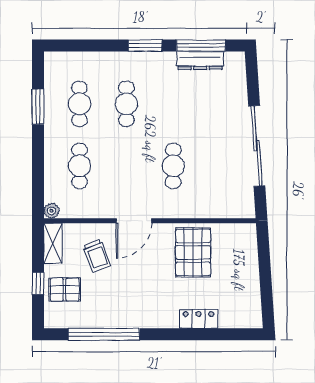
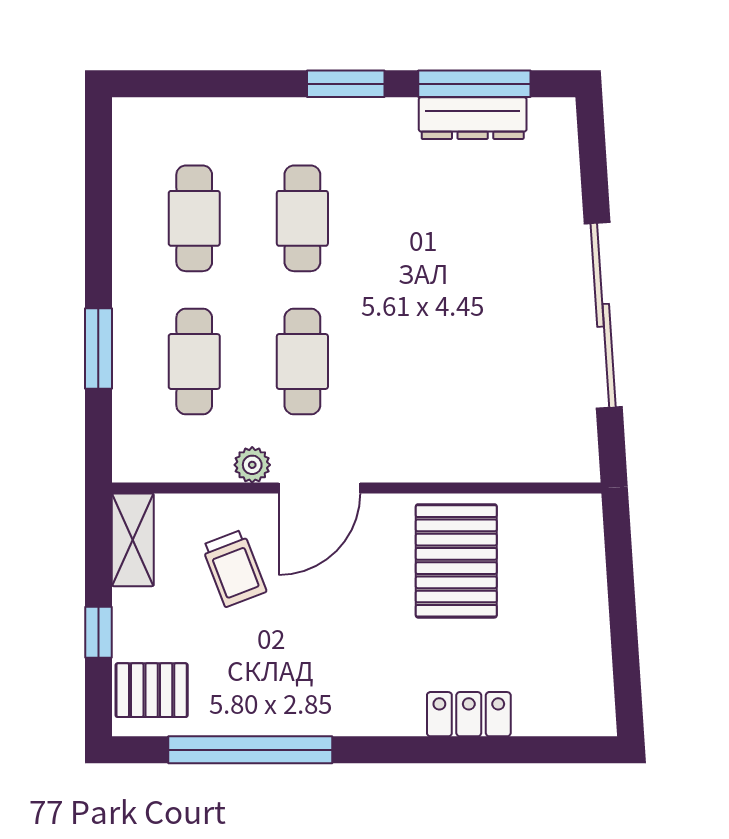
window: (38, 107) -> (98, 349), moved
cafe table: (173, 166) -> (302, 361), moved
plant: (52, 211) -> (252, 465), moved
pallet: (65, 289) -> (152, 690), moved

